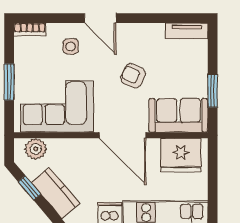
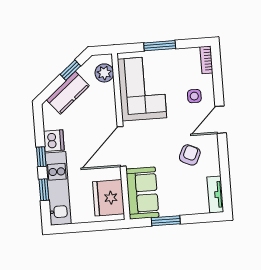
armchair: (133, 76) -> (190, 155), moved

